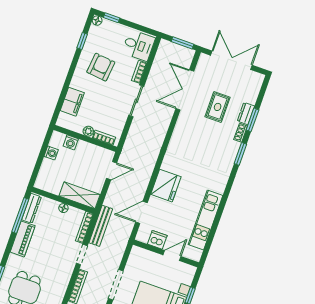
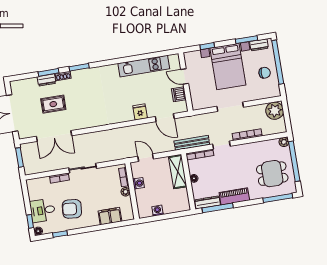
desk: (139, 45) -> (43, 210), moved, turned -90
washing machine: (71, 142) -> (138, 183), moved
fridge: (166, 186) -> (140, 112), width x0.53, depth x0.75

